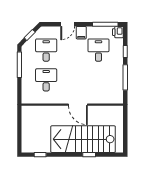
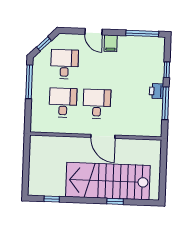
door: (68, 24) -> (93, 32), hinge flipped
printer: (118, 32) -> (156, 91), moved
desk: (98, 50) -> (97, 104), moved

